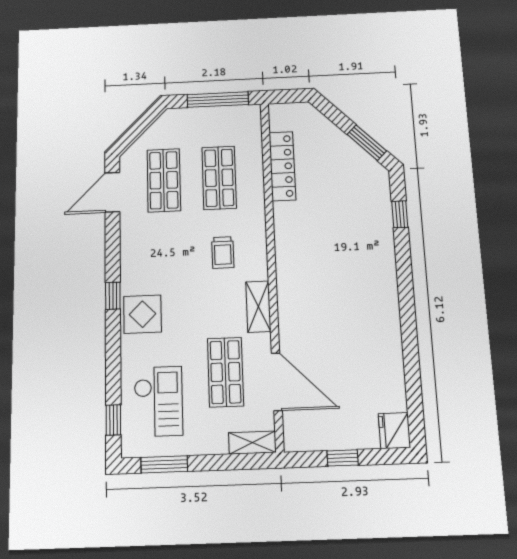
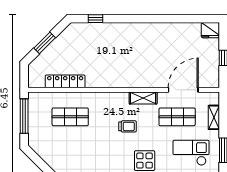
window: (367, 143) -> (45, 43), moved
shop shelf: (164, 180) -> (70, 148), removed
trolley: (223, 252) -> (128, 126), moved
shelving: (252, 443) -> (214, 117), moved

